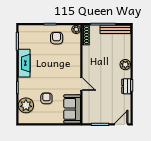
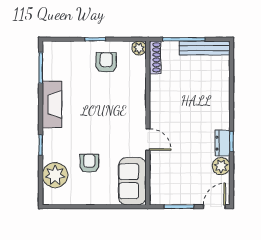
plant: (125, 65) -> (221, 166), moved

